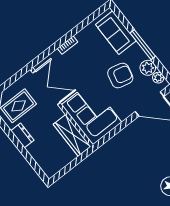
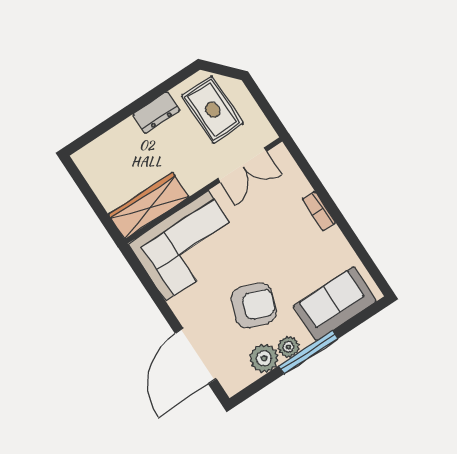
armchair: (120, 75) -> (254, 305), turned -83
plant: (158, 78) -> (289, 347), moved
double door: (46, 88) -> (242, 165), width x0.73

